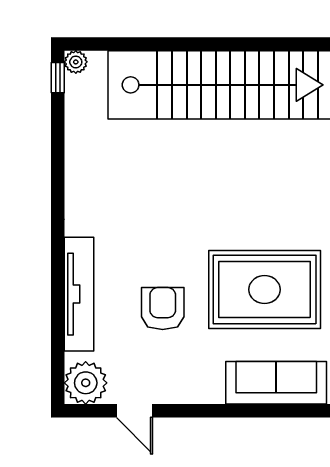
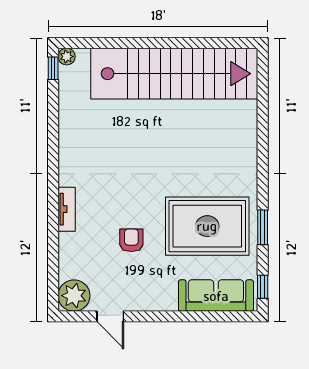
tv unit: (79, 294) -> (67, 209), width x0.52, depth x0.78
armchair: (163, 309) -> (131, 240), width x0.72, depth x0.72

